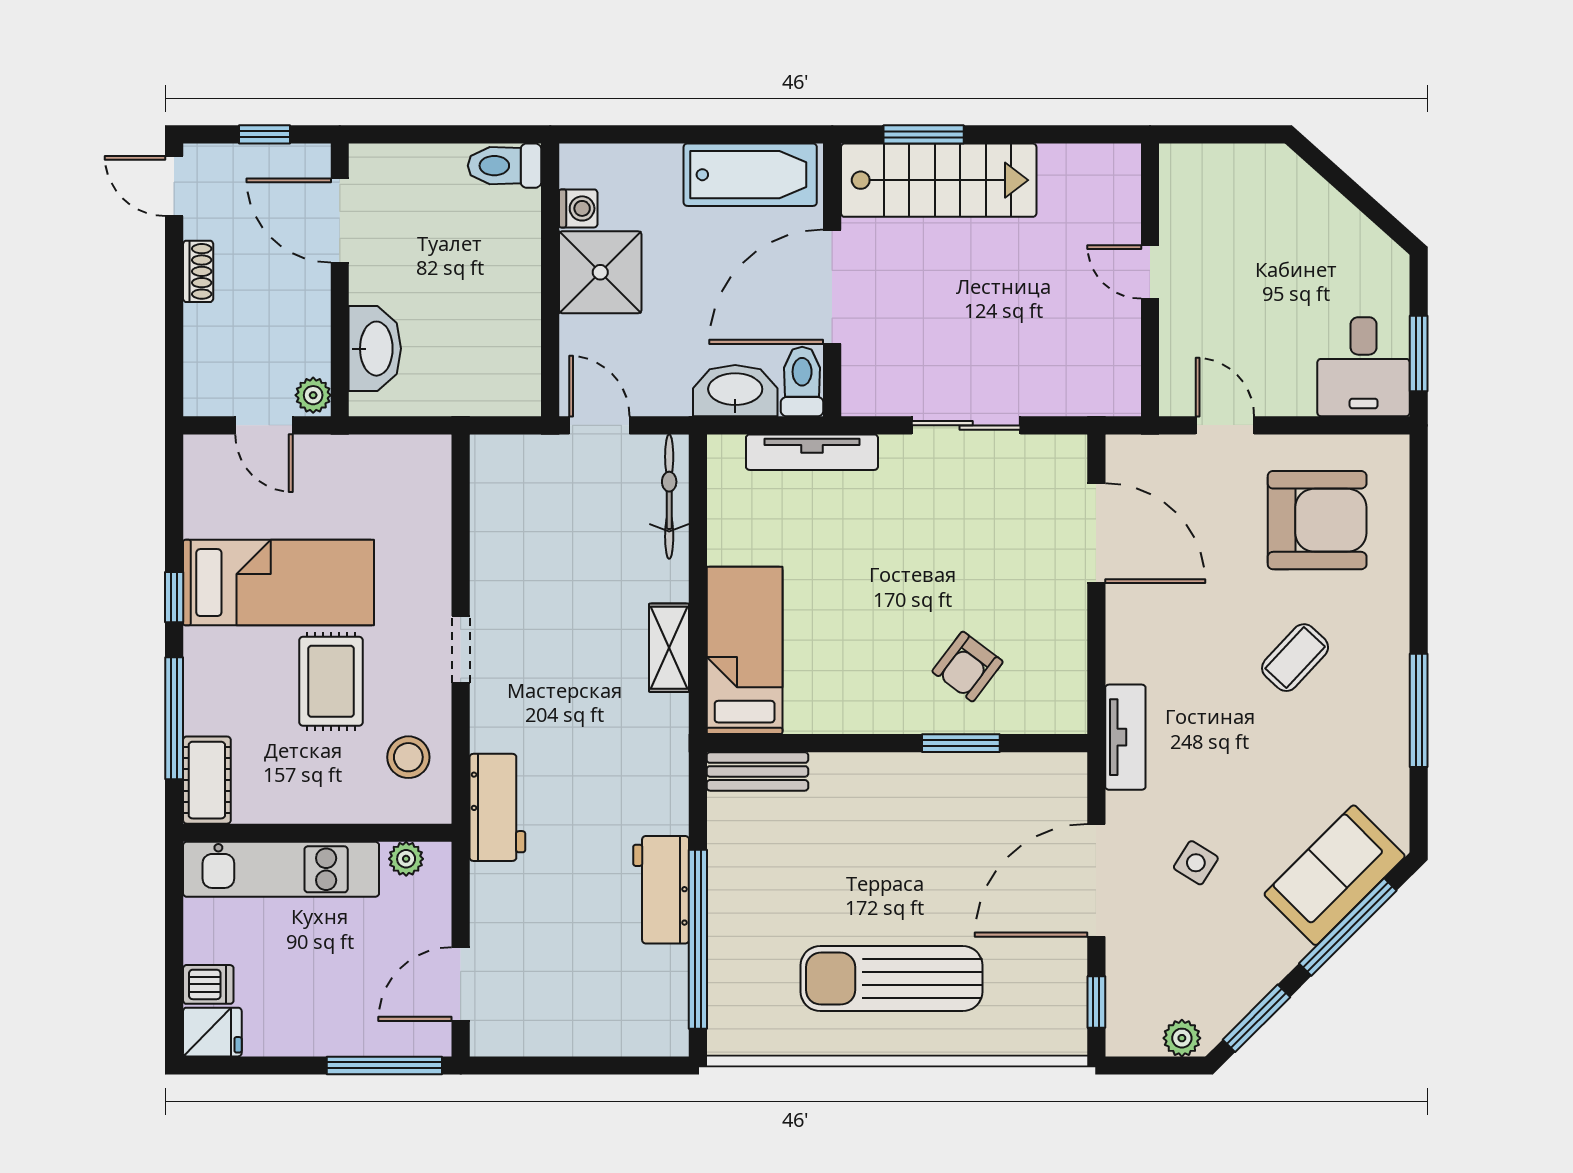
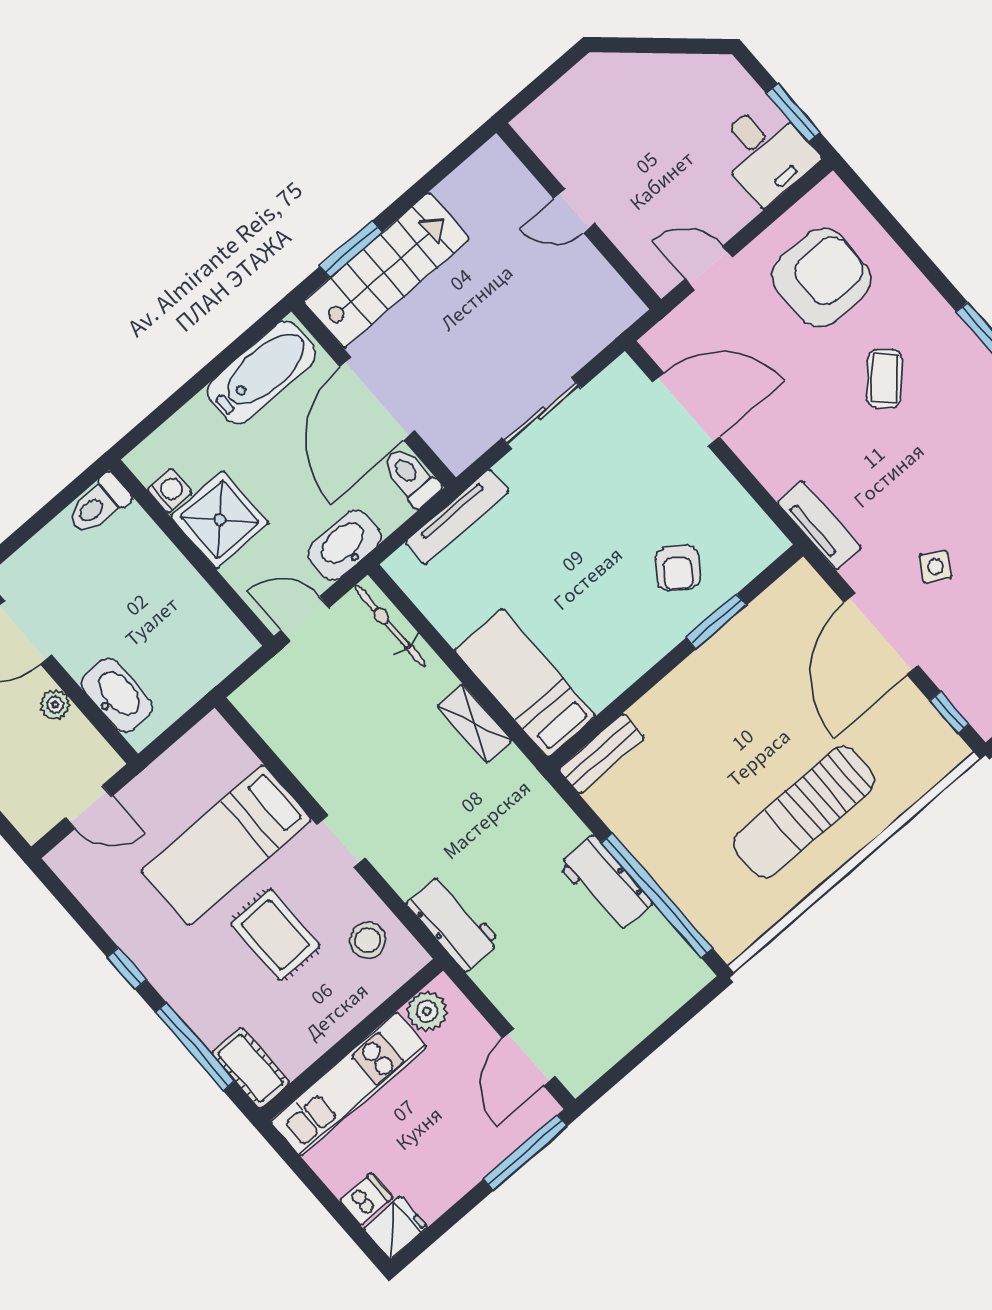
washbasin: (735, 391) -> (345, 545), moved
plant: (313, 395) -> (55, 705), moved
bed: (278, 583) -> (226, 845), moved, turned 180
plant: (406, 859) -> (427, 1011), width x1.38, depth x1.38

